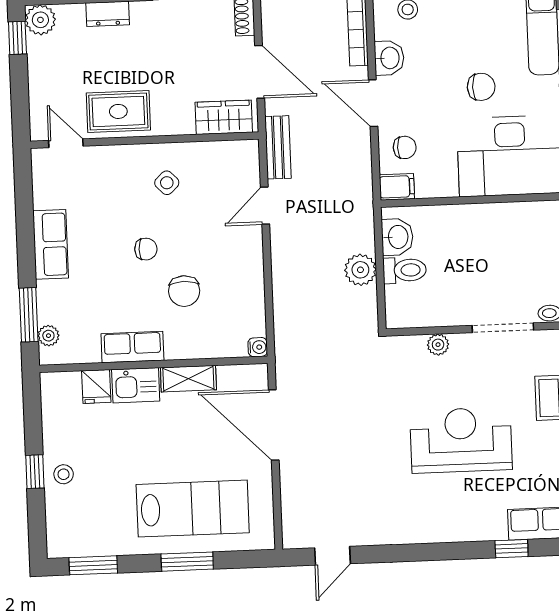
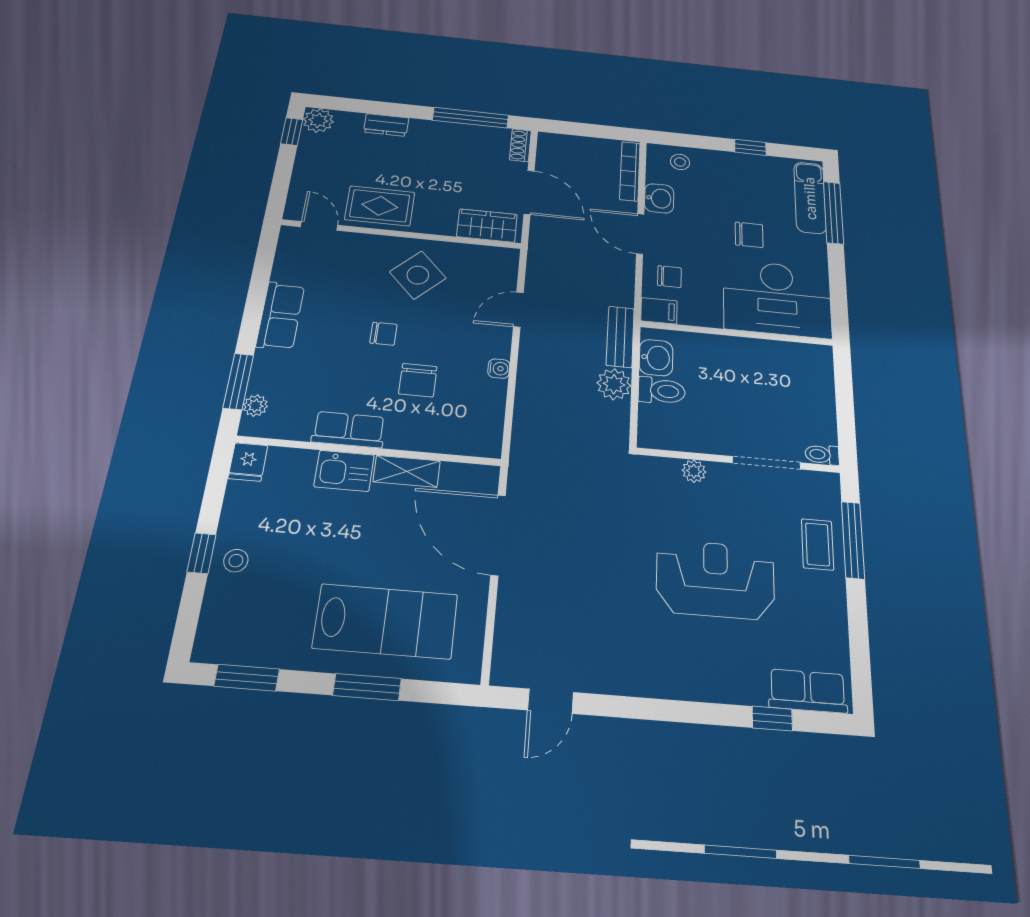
bench: (278, 147) -> (620, 337), moved
side table: (167, 183) -> (418, 275), width x1.87, depth x1.87
water cooler: (258, 347) -> (499, 369), moved
fridge: (96, 387) -> (248, 462), moved

